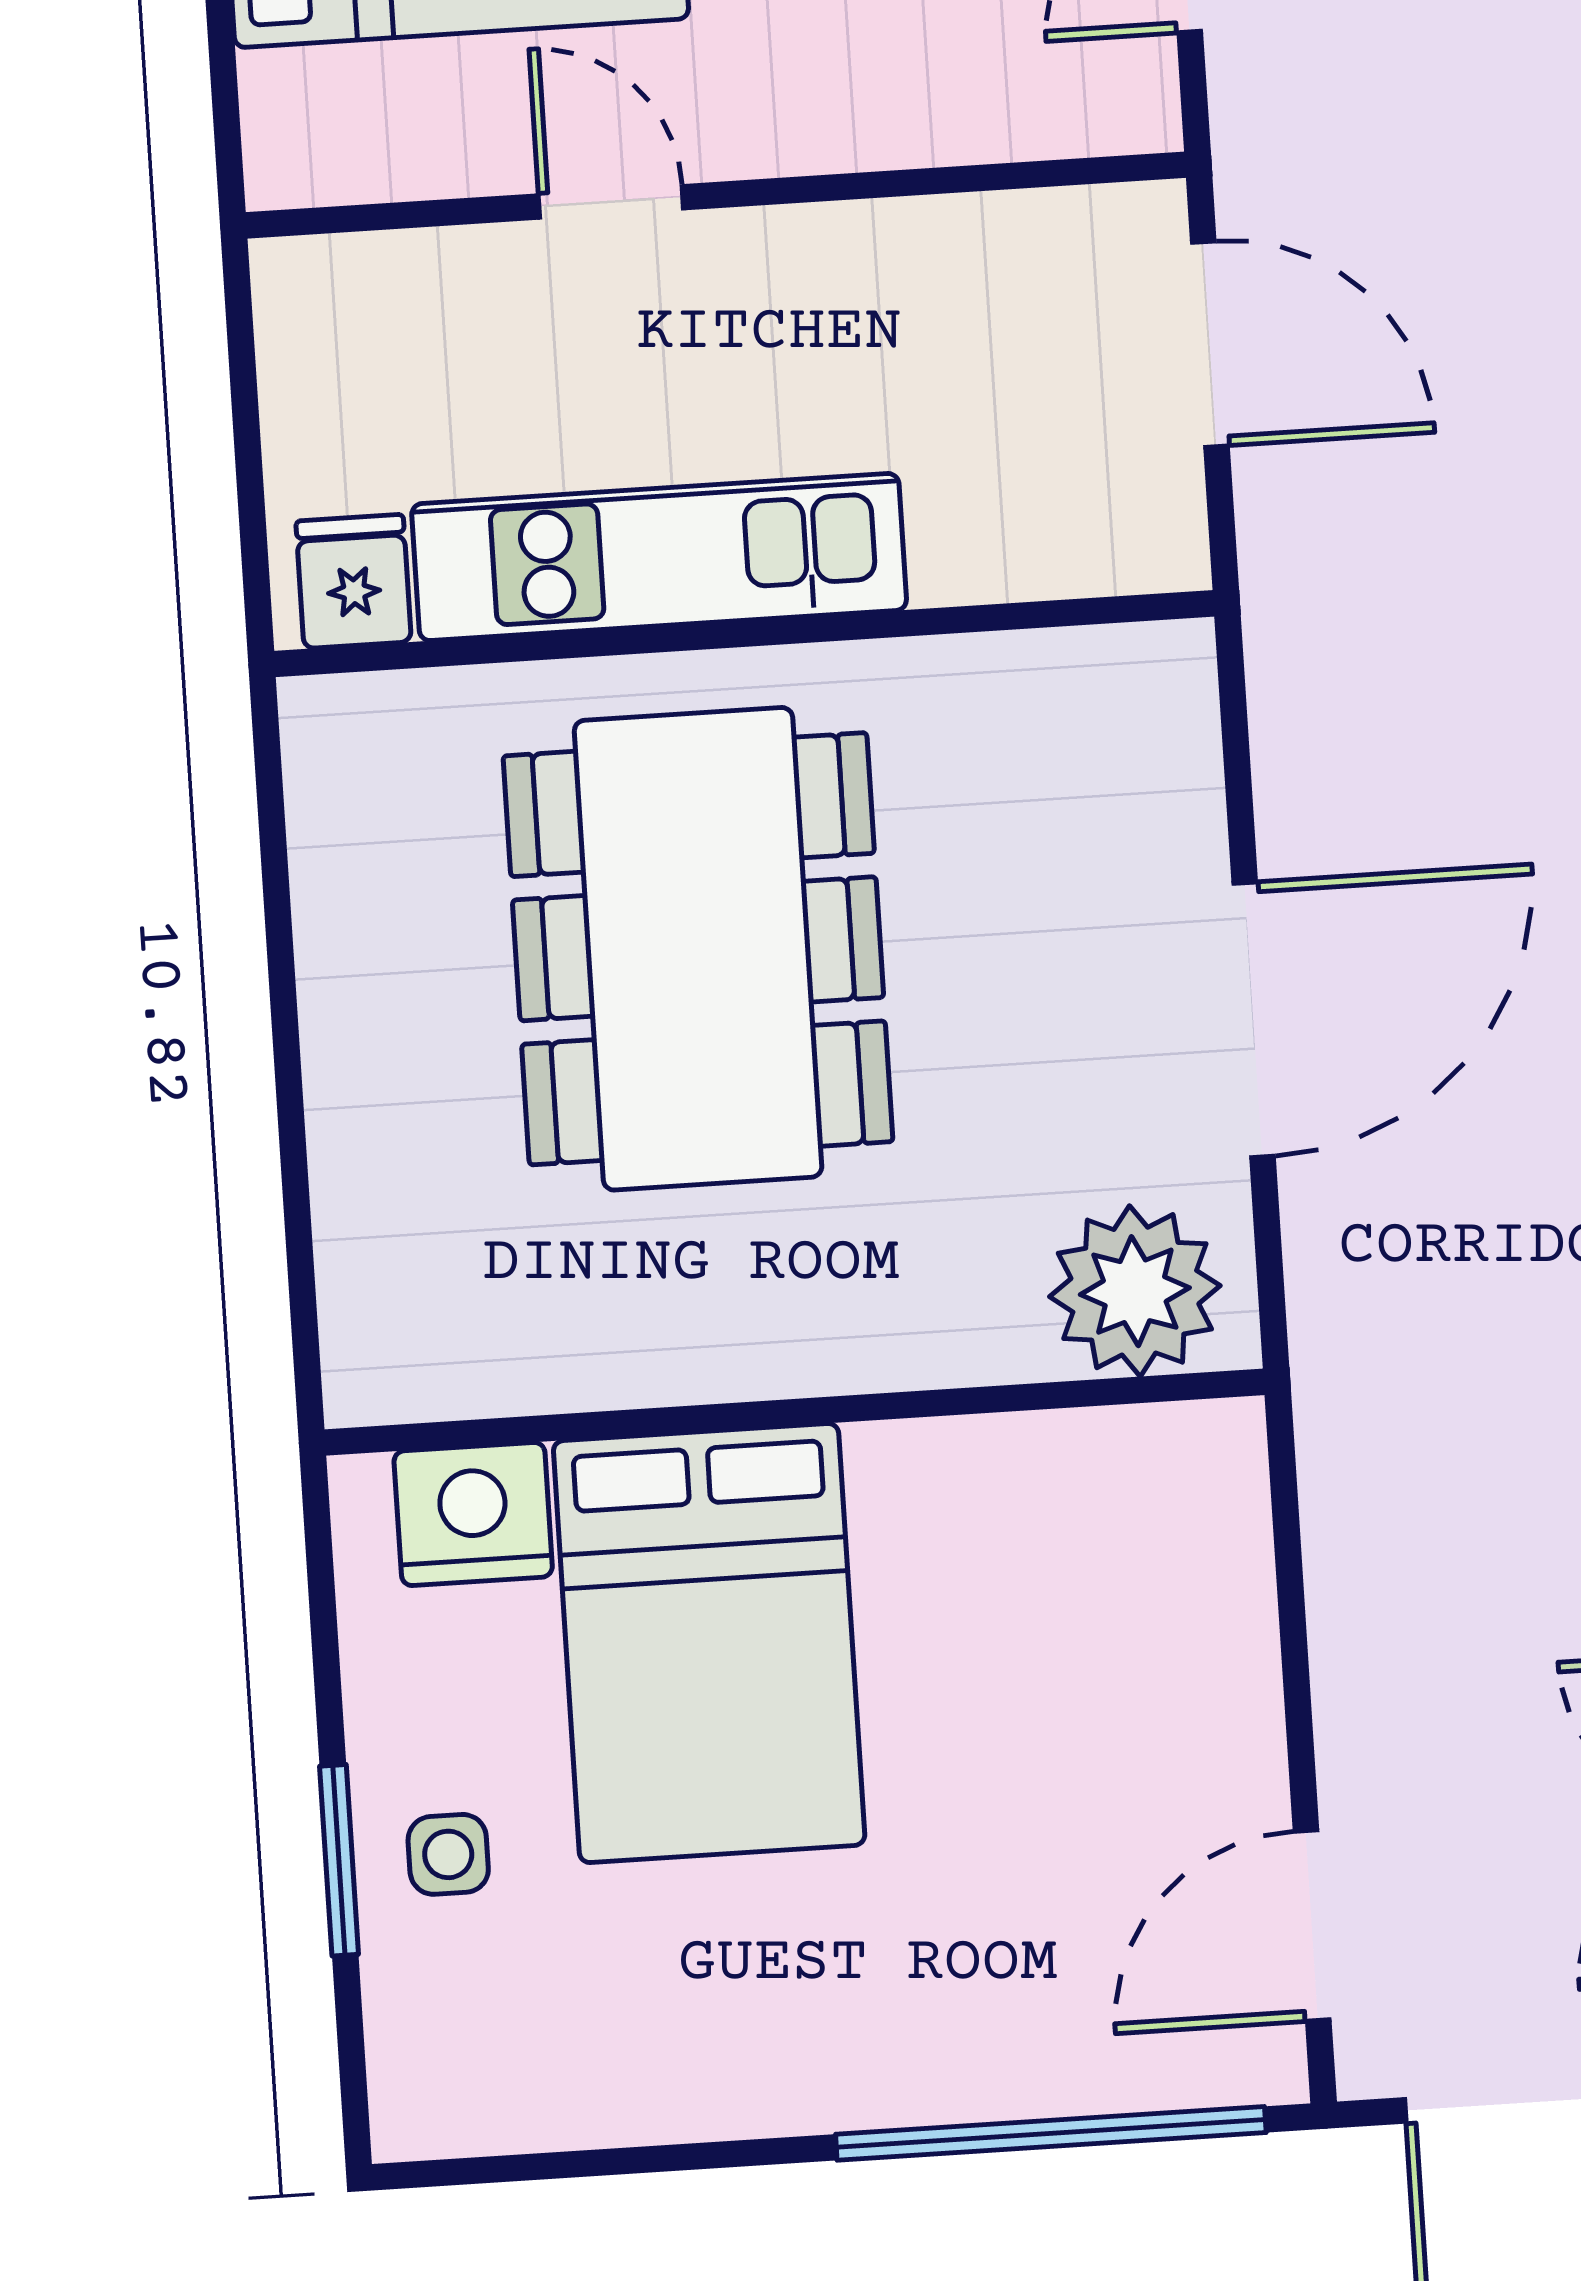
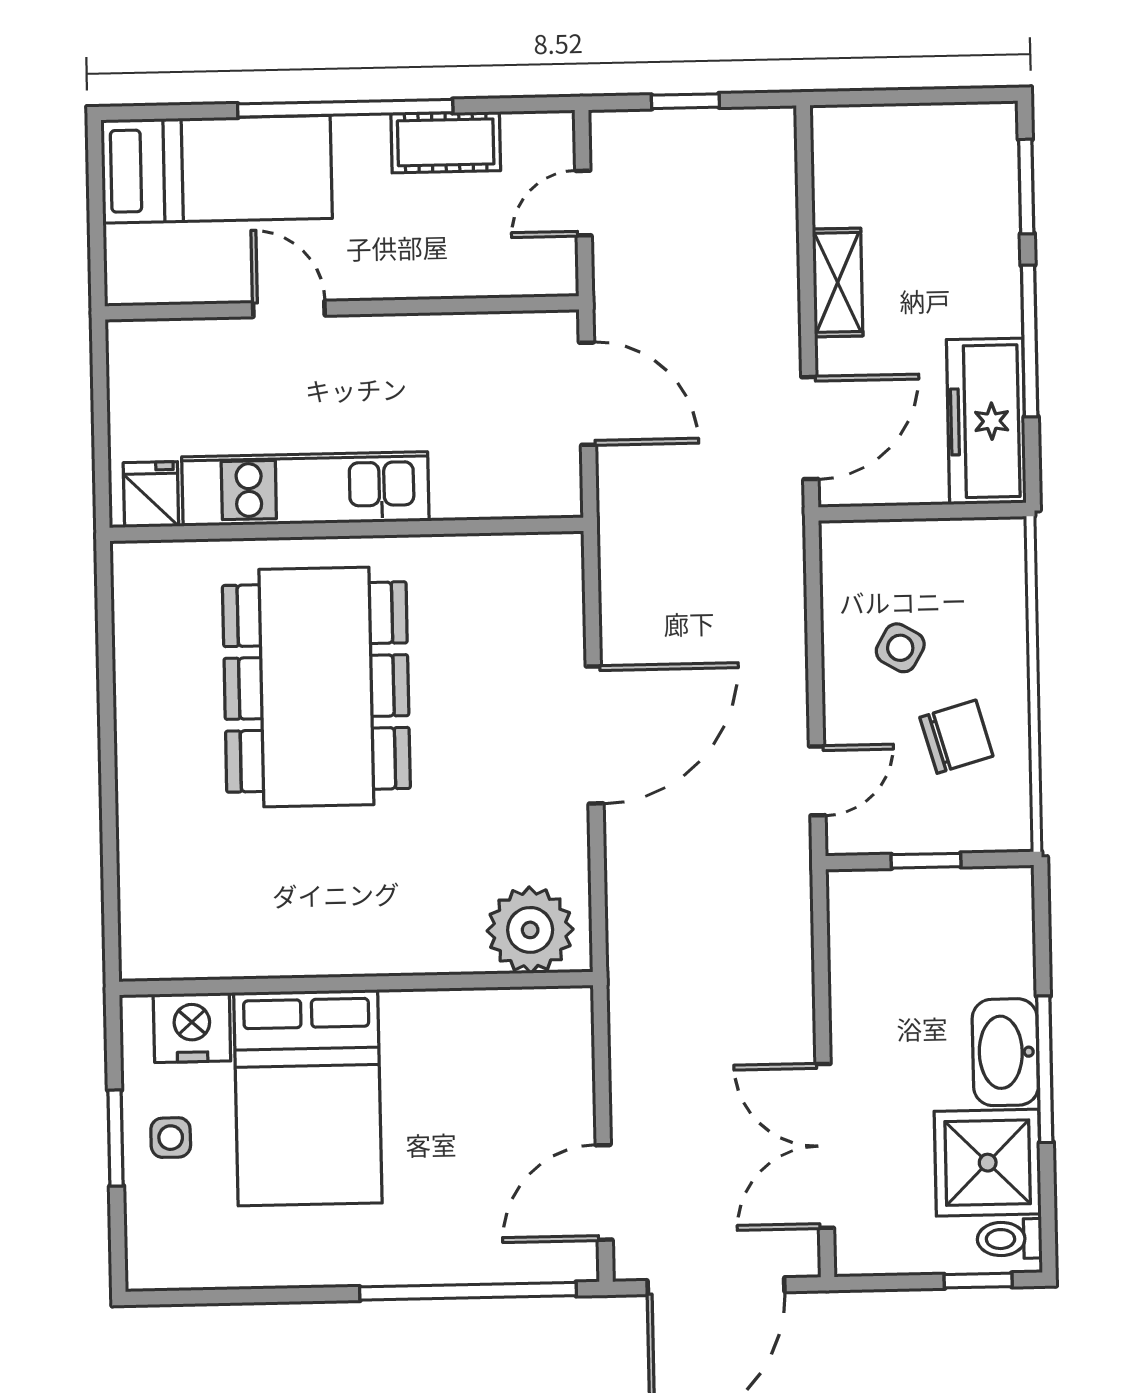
plant: (1135, 1291) -> (530, 930), moved
wall: (795, 1412) -> (356, 983), moved
nightstand: (473, 1514) -> (192, 1028), moved
bed: (709, 1643) -> (308, 1098), moved

